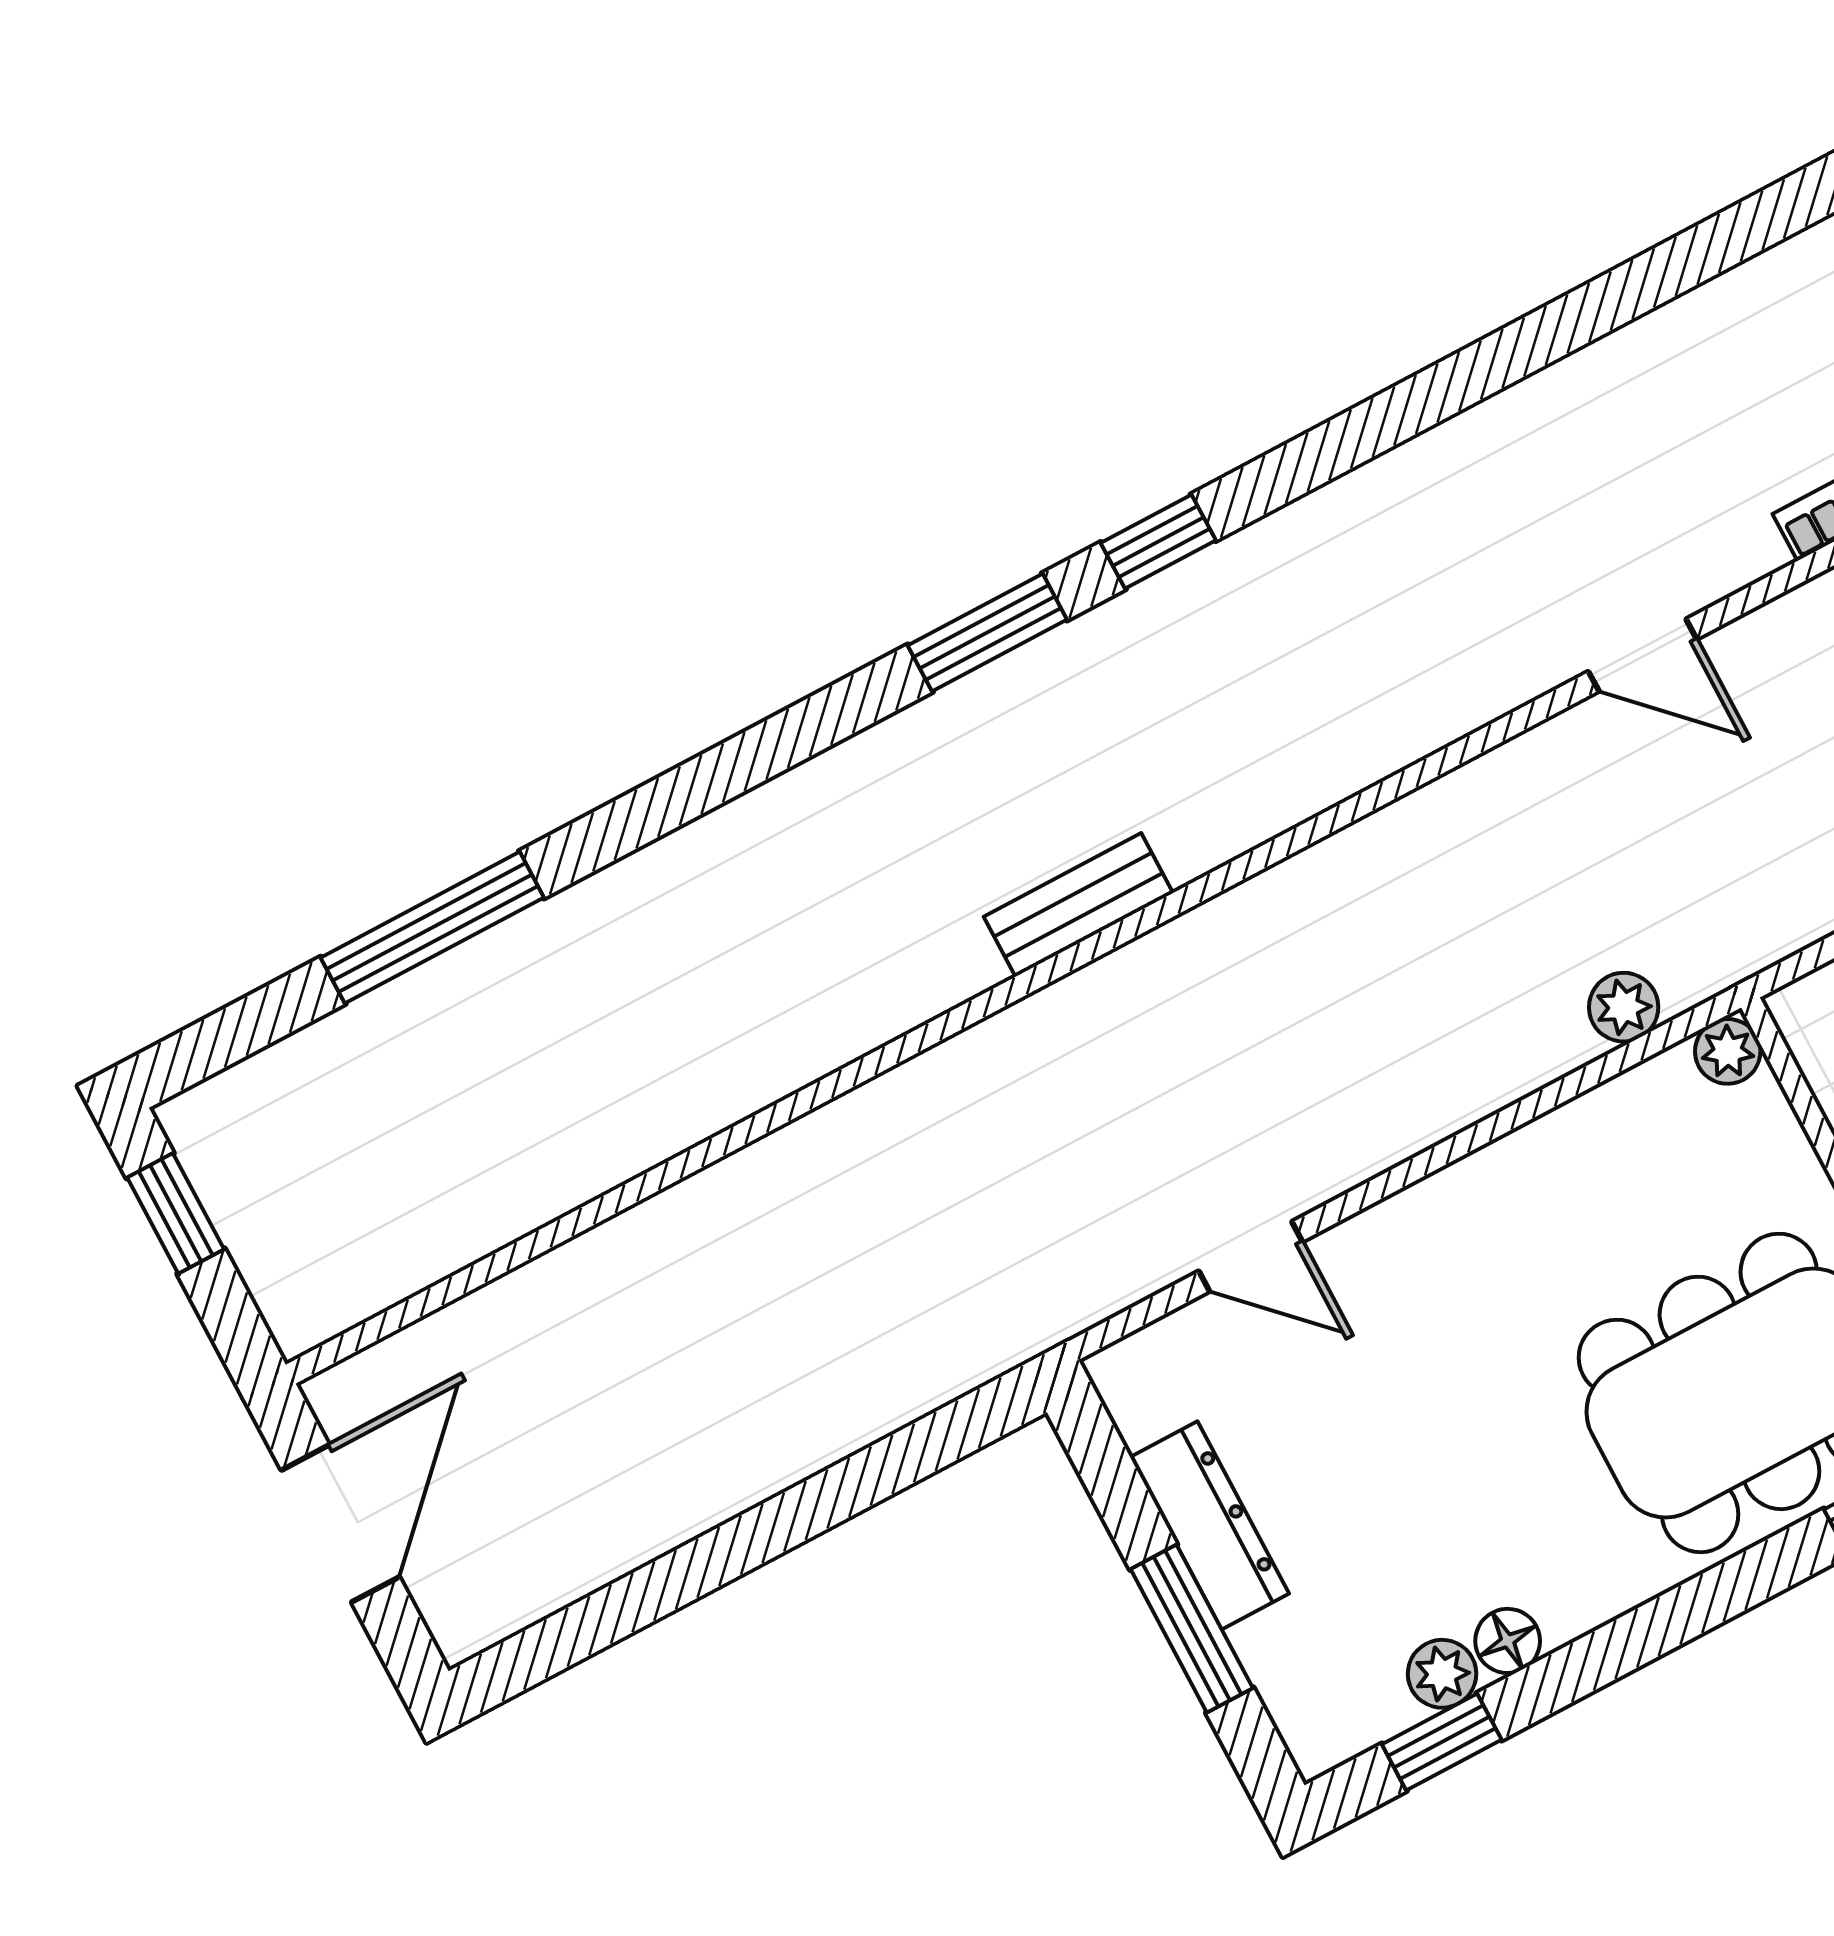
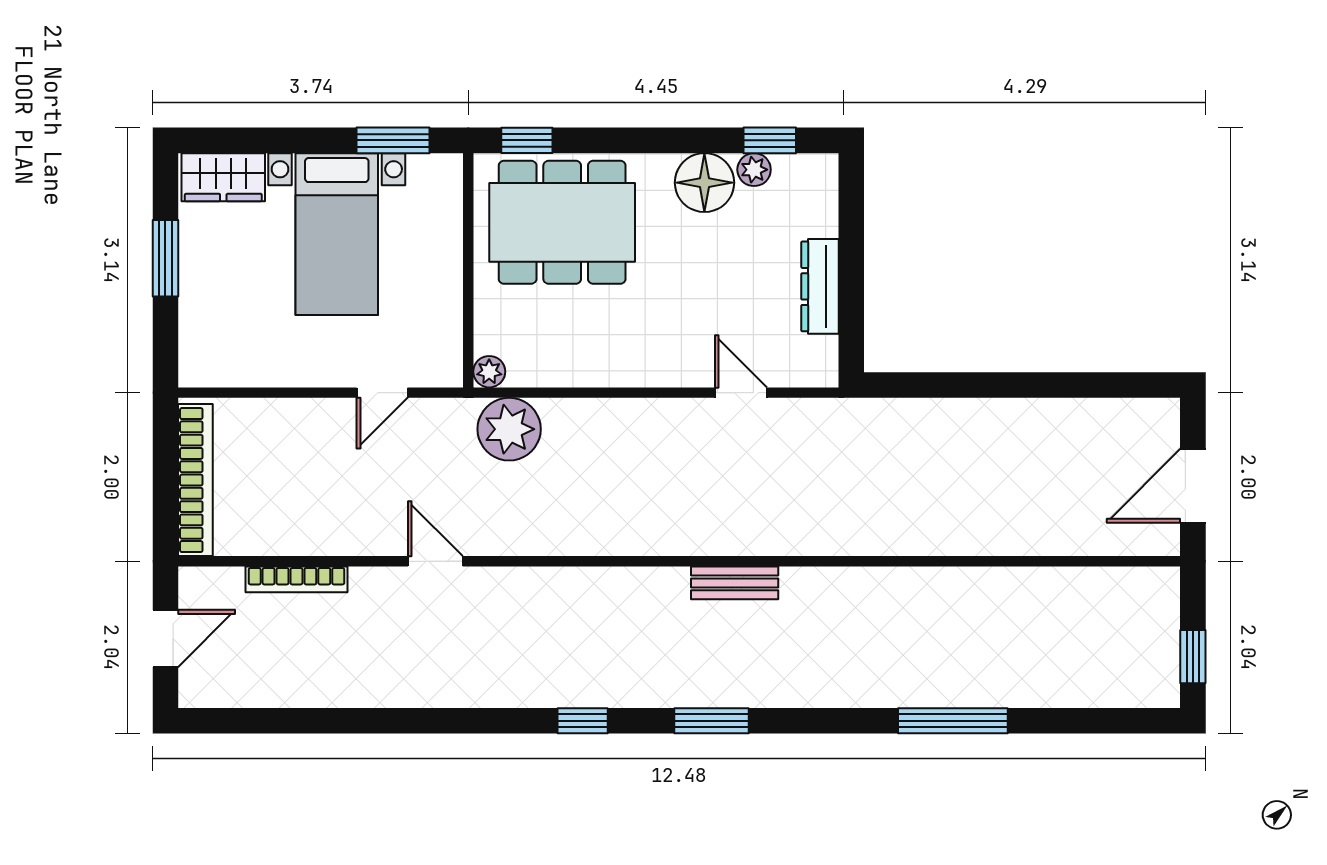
window: (1158, 542) -> (583, 721), moved
window: (432, 928) -> (953, 721), moved
plant: (1624, 1007) -> (509, 429), width x1.88, depth x1.88
window: (1192, 1629) -> (851, 246), removed
floor lamp: (1508, 1641) -> (704, 183), width x1.89, depth x1.89

